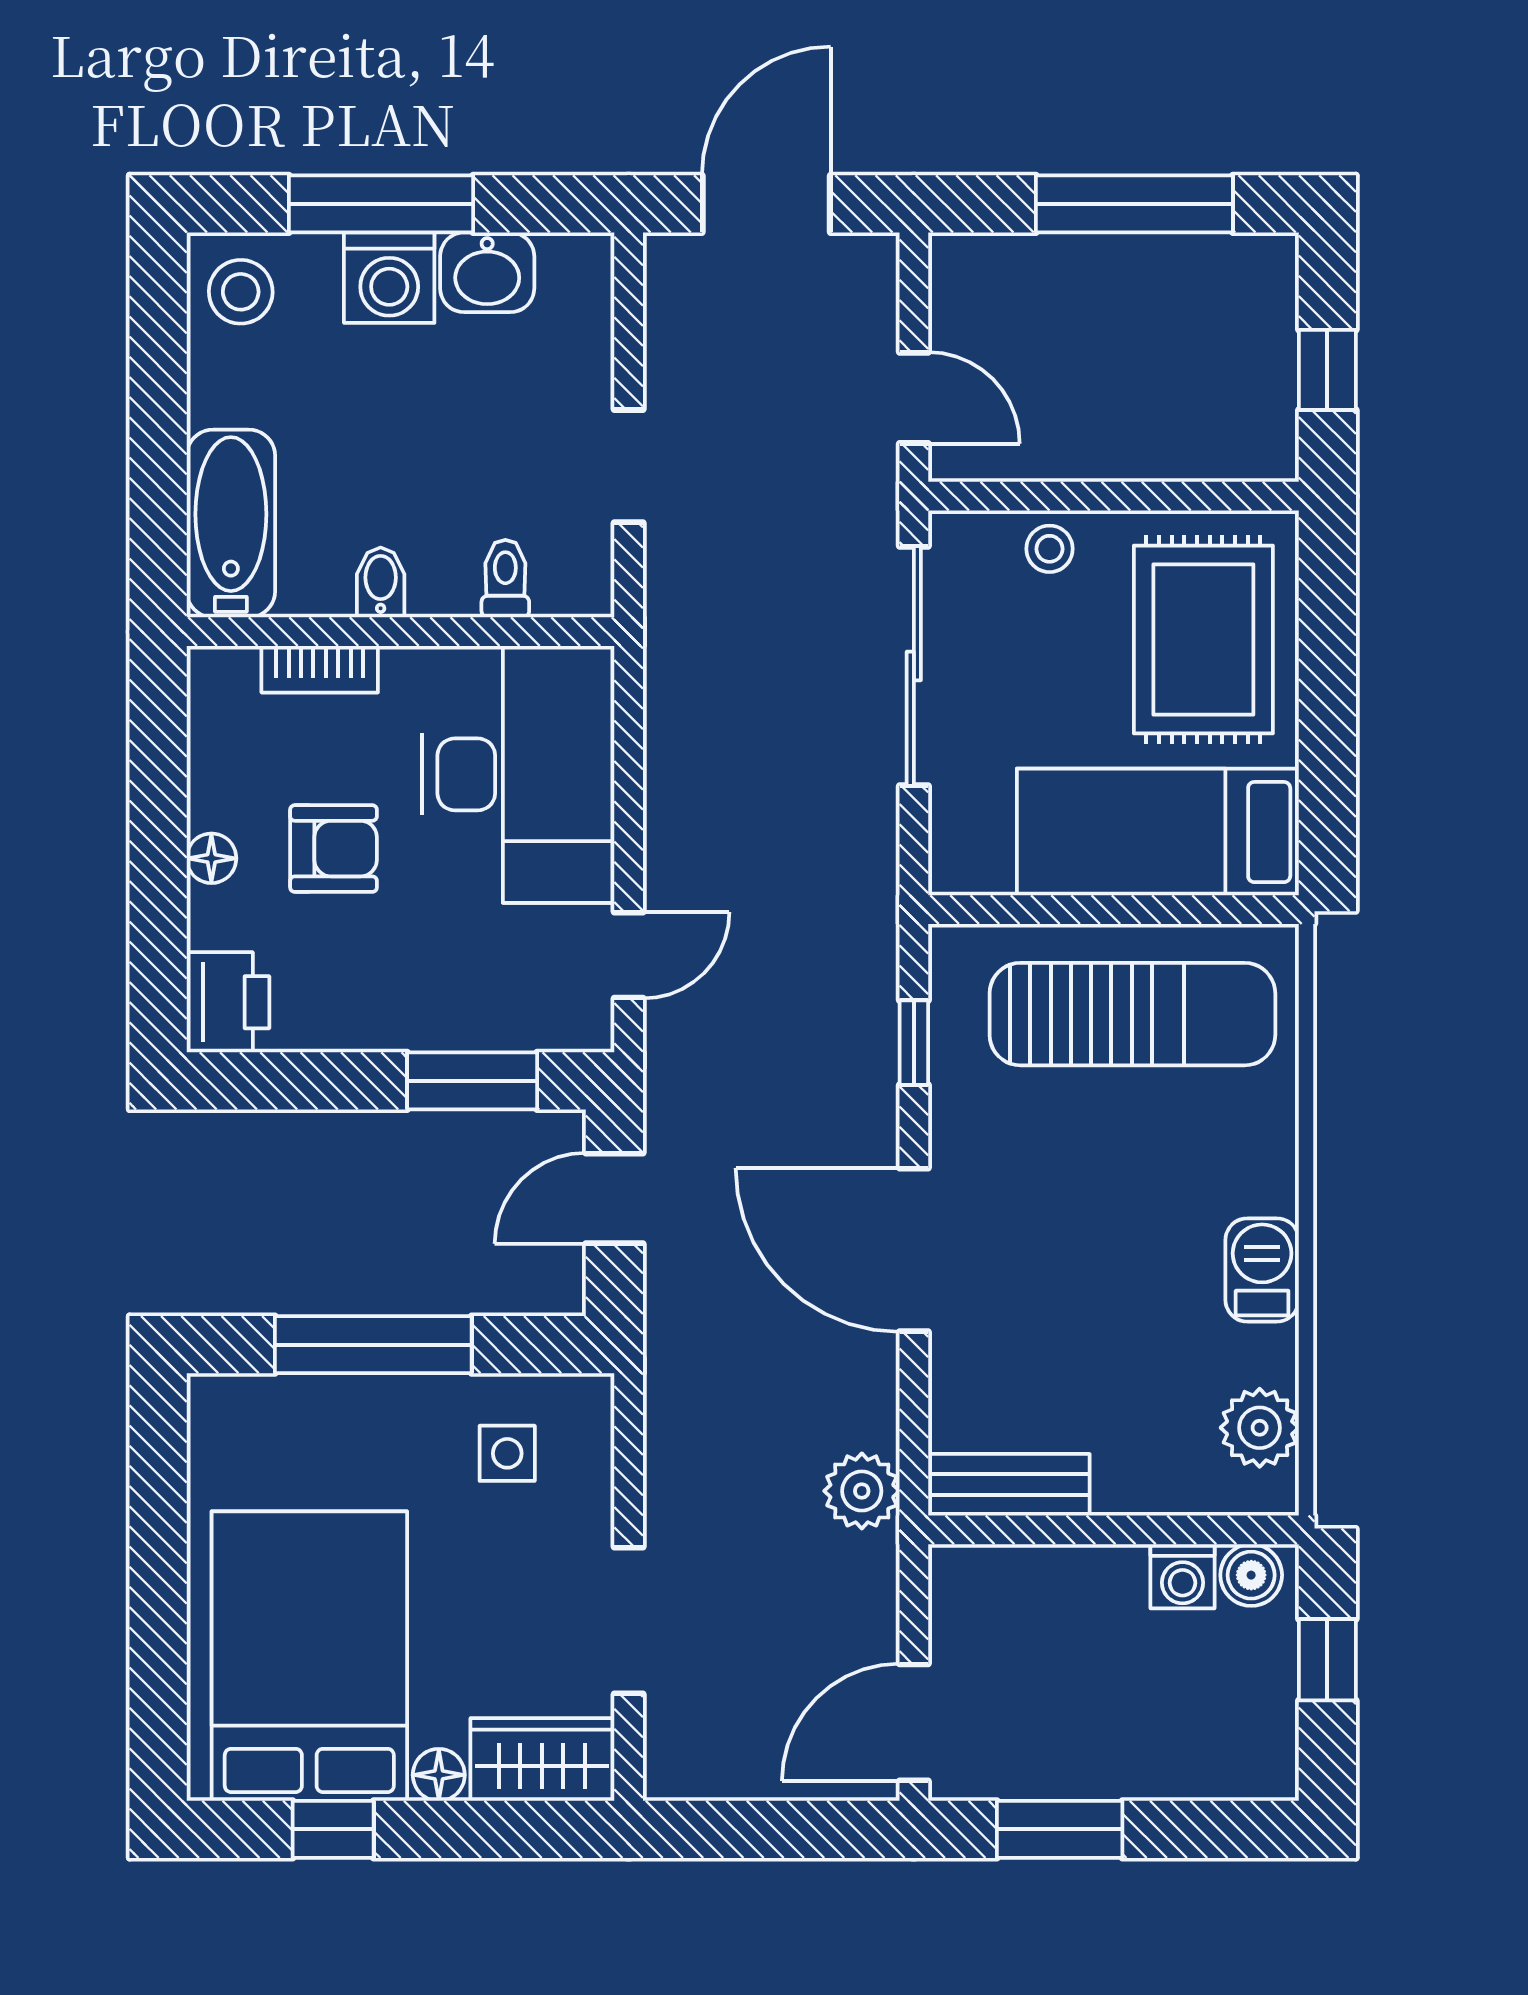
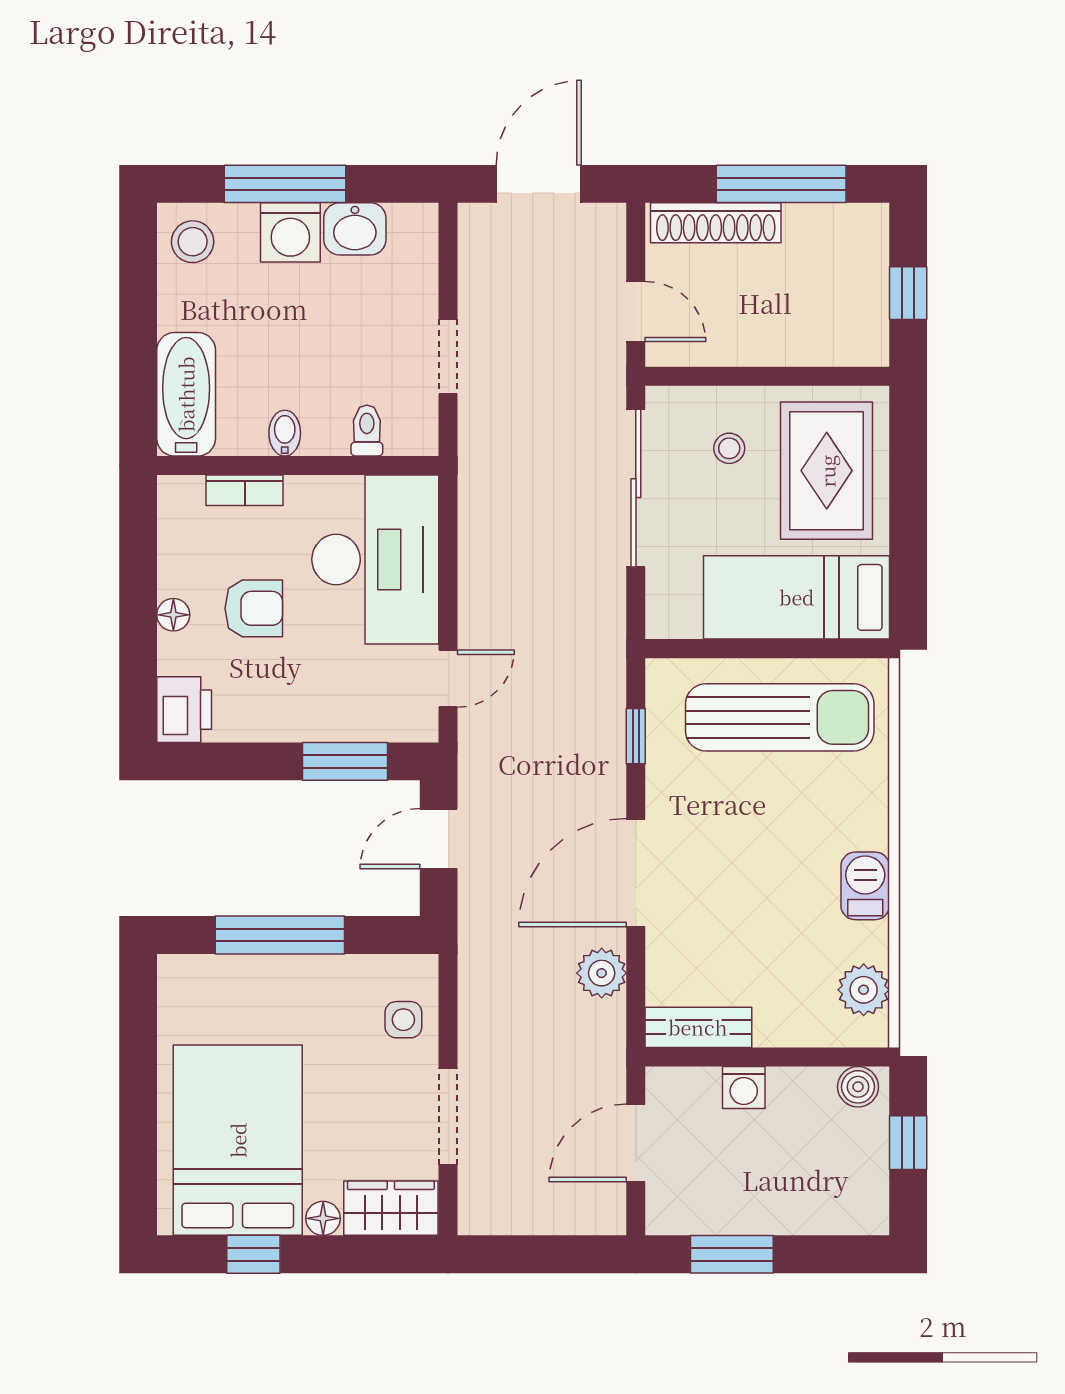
shoe rack: (1035, 263) -> (716, 223), added
stool: (1049, 549) -> (729, 448), moved
door: (914, 1250) -> (636, 873), hinge flipped
side table: (507, 1453) -> (403, 1020), moved
plant: (862, 1491) -> (602, 973), moved
washing machine: (1182, 1576) -> (744, 1088), moved
door: (914, 1722) -> (636, 1143), moved

